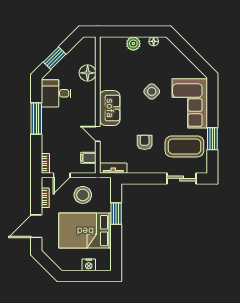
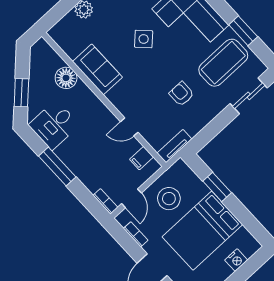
sofa: (110, 108) -> (97, 69), moved

